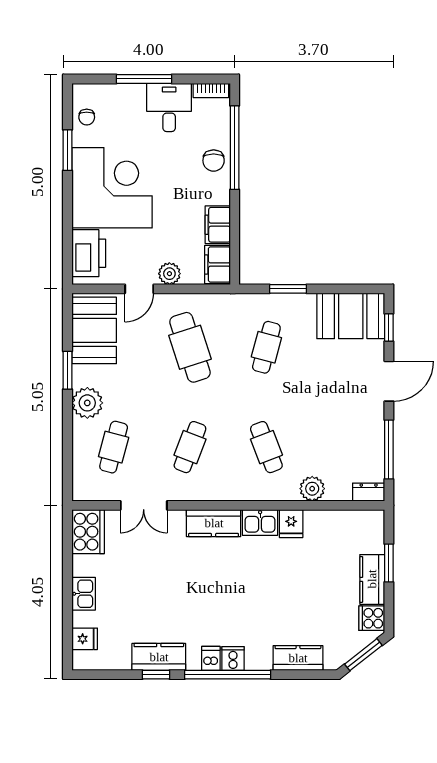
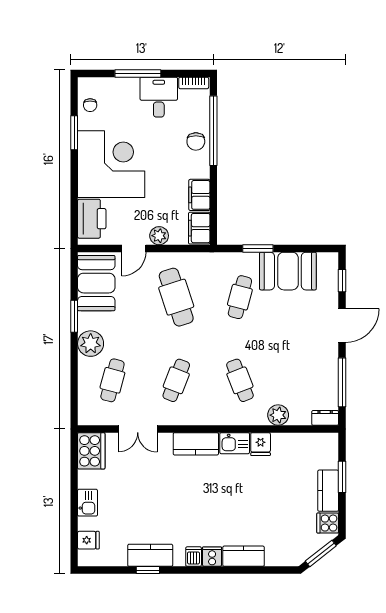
booth: (351, 316) -> (288, 271), moved
kitchen counter: (298, 658) -> (244, 556), moved
window: (228, 675) -> (208, 570), removed

